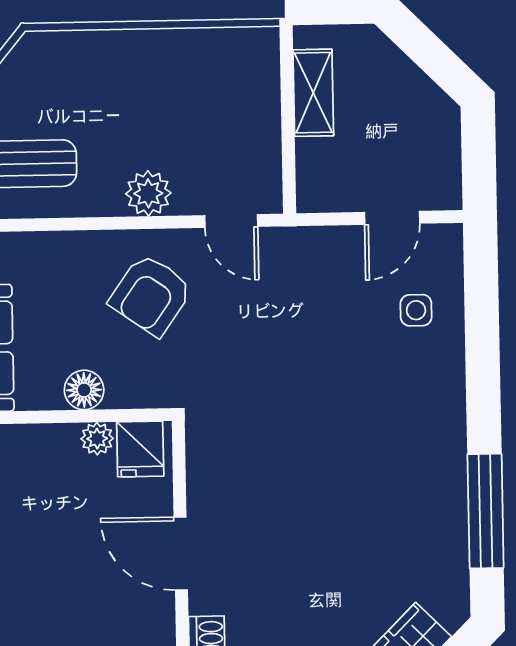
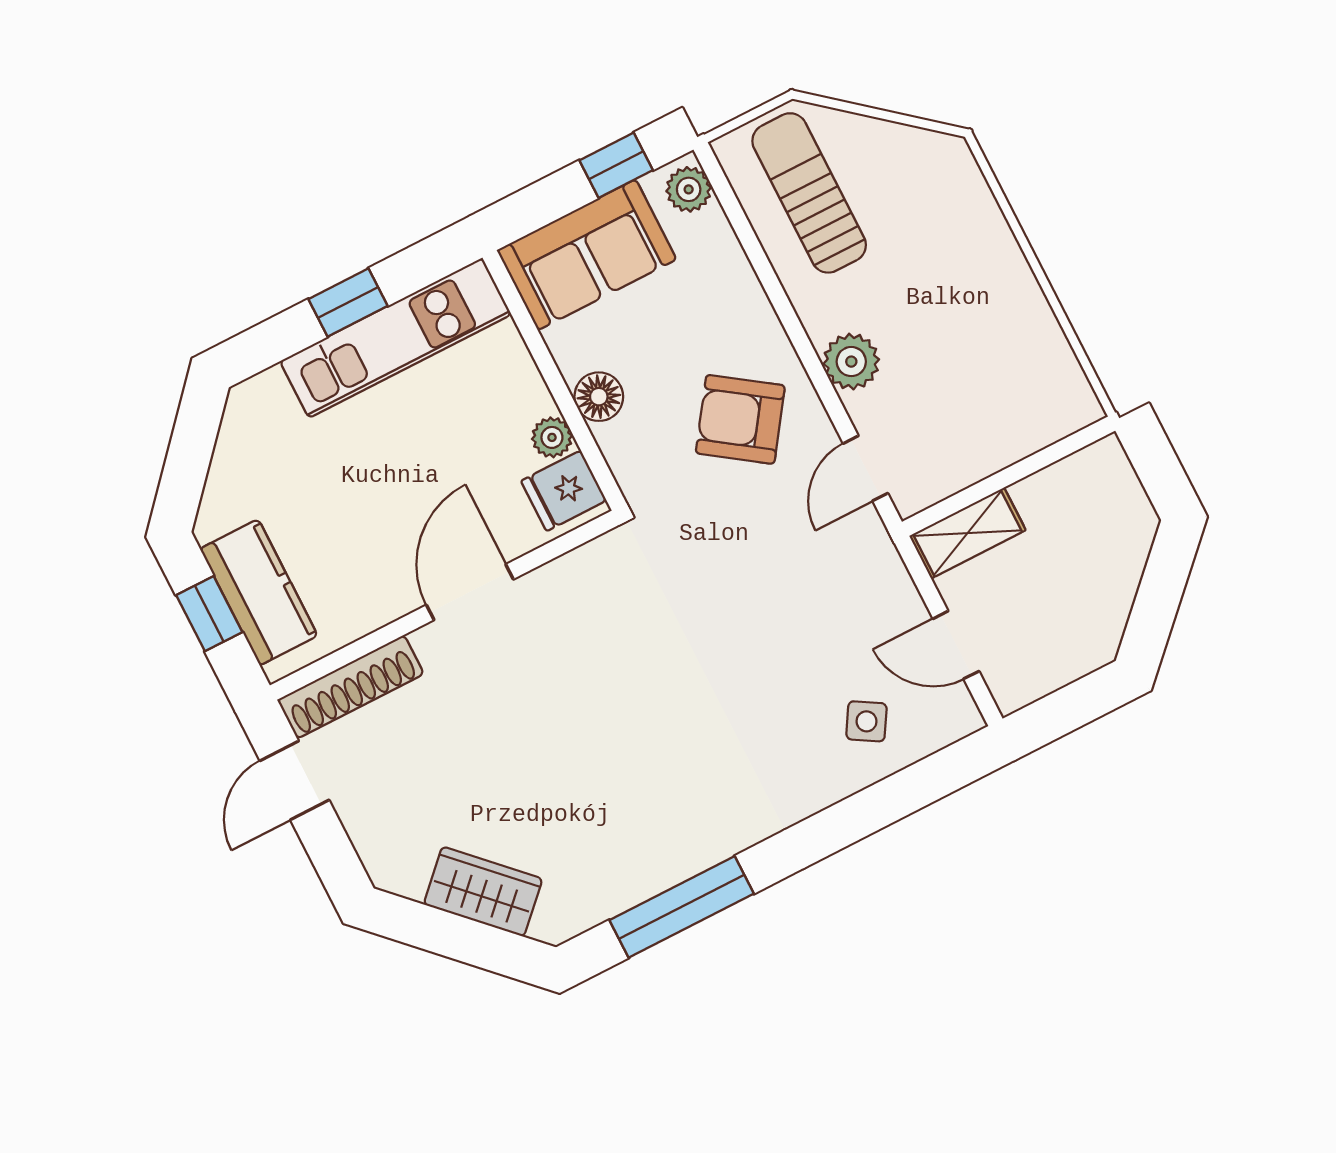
shelving: (313, 93) -> (967, 533), moved
side table: (416, 310) -> (866, 721), turned 31

